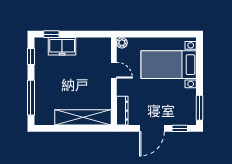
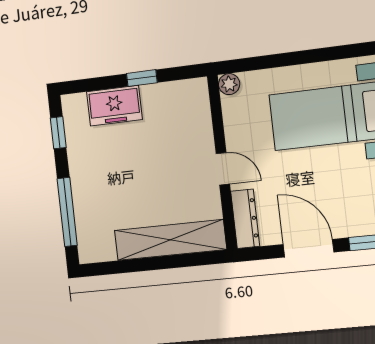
window: (51, 34) -> (142, 78), moved
door: (114, 70) -> (223, 169), moved
door: (152, 128) -> (308, 248), swing flipped

